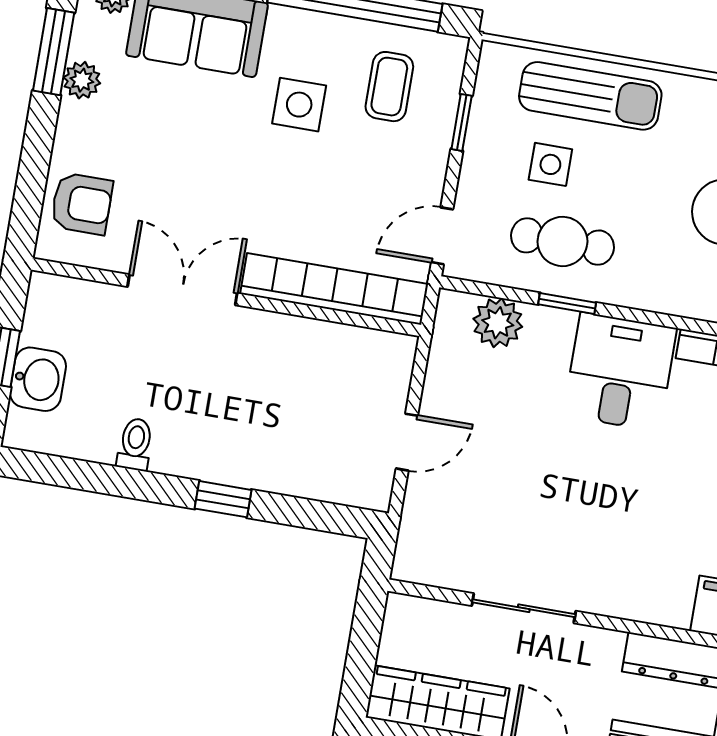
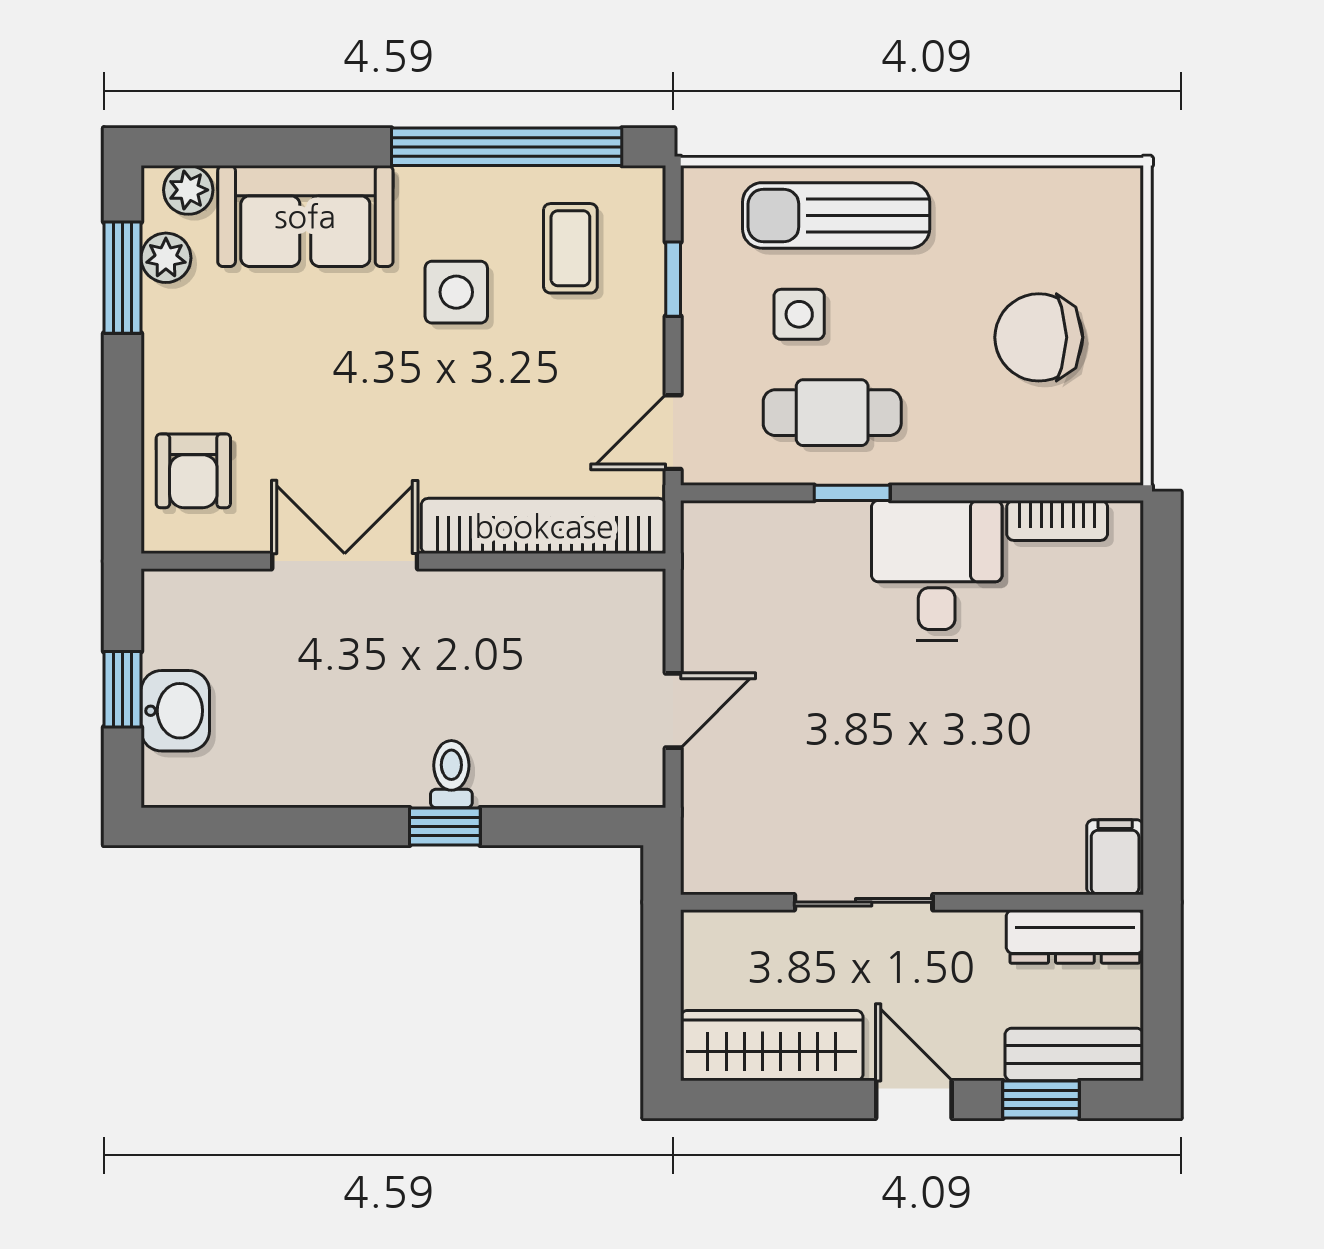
plant: (82, 80) -> (166, 258), moved
sun lounger: (590, 96) -> (836, 215), turned 180
armchair: (82, 204) -> (193, 471), turned 90
plant: (498, 323) -> (766, 534), removed
toilet: (135, 444) -> (451, 774), moved

